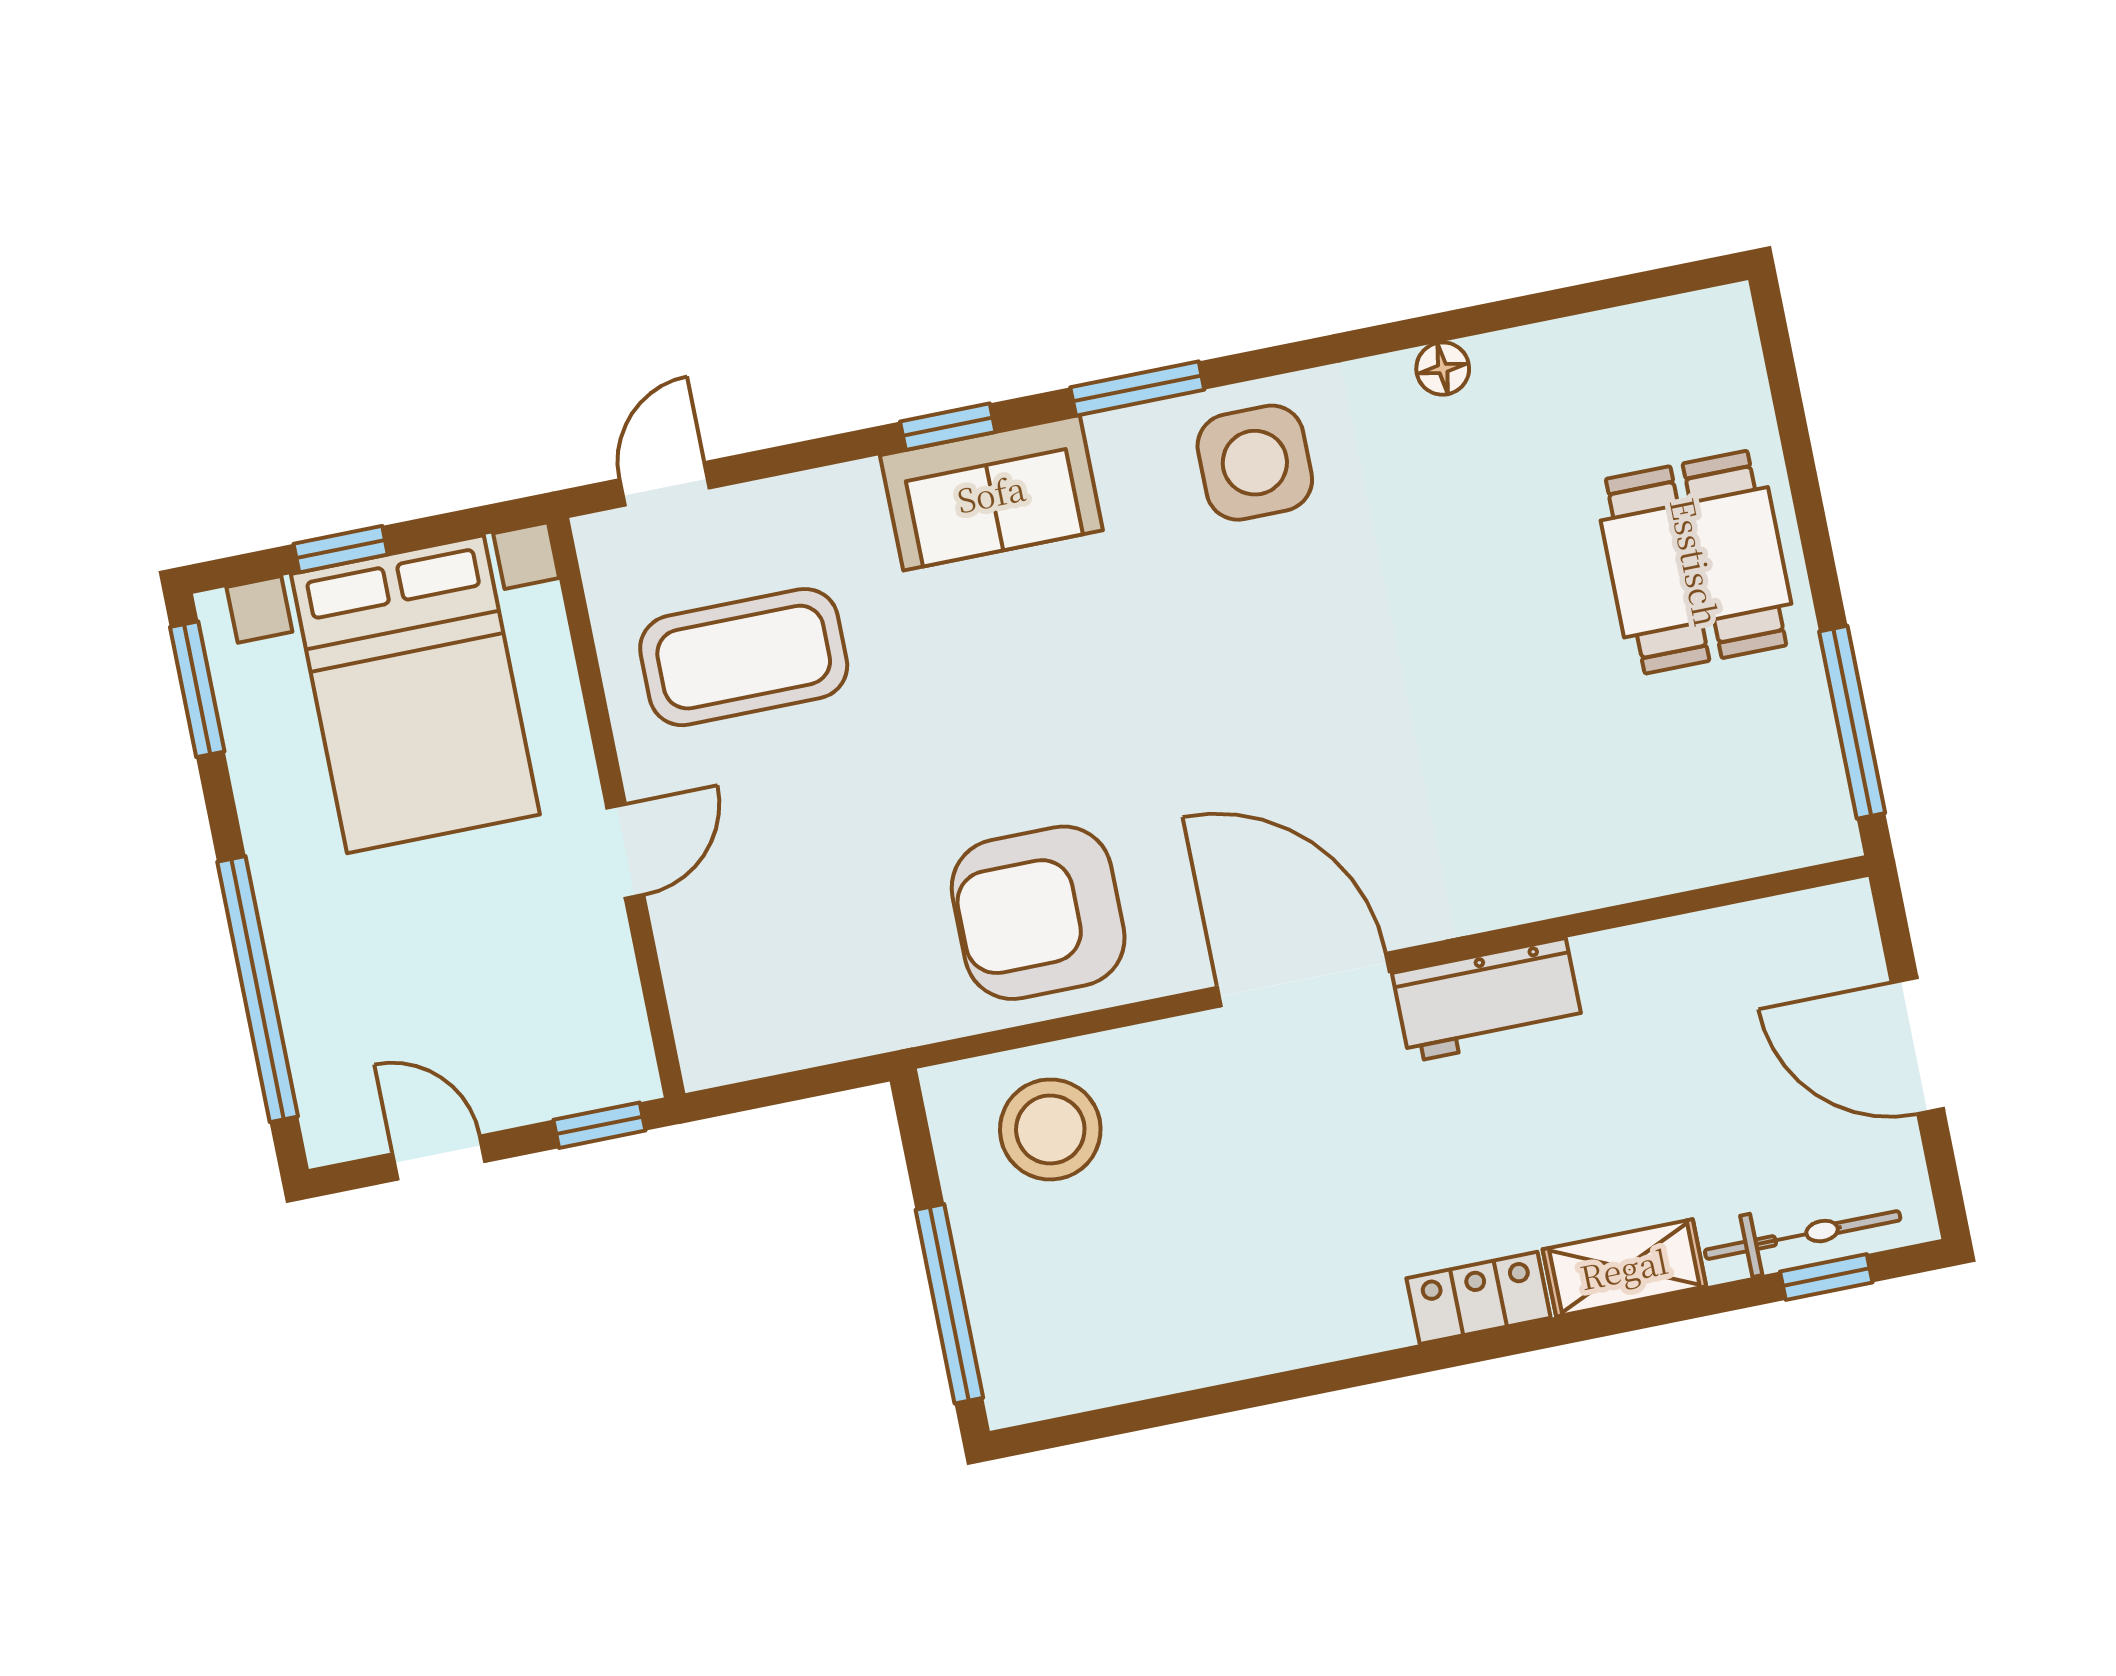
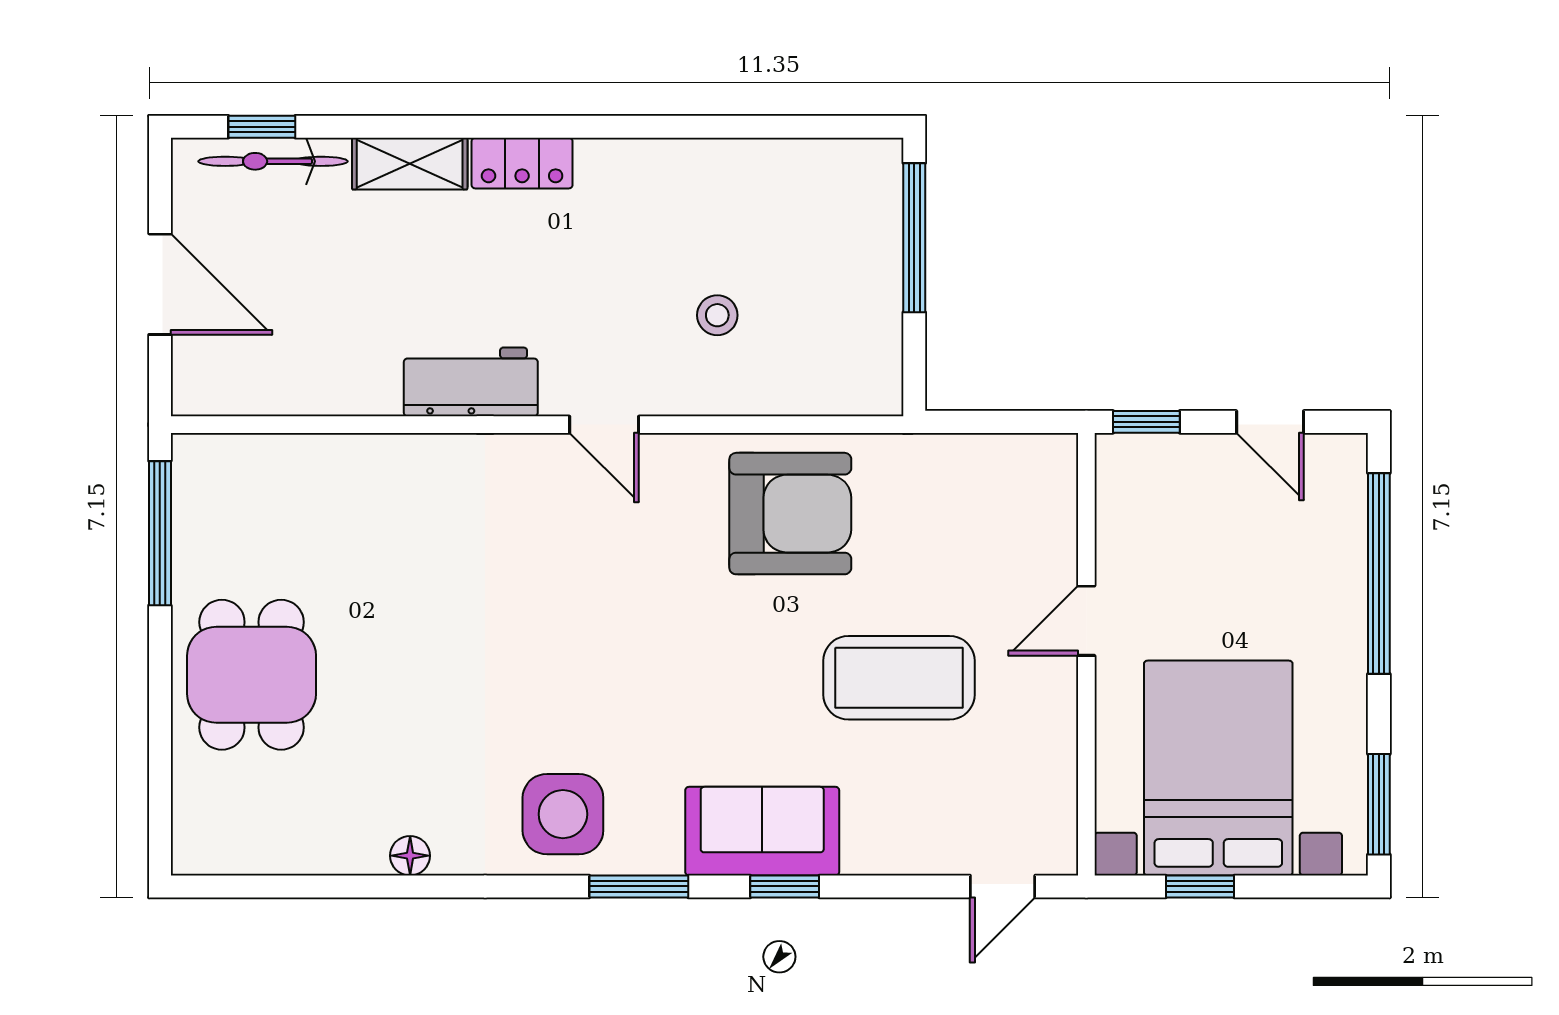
window: (341, 549) -> (1200, 886), moved
coffee table: (744, 657) -> (899, 678), moved
door: (1303, 980) -> (604, 425), width x0.53
stool: (1050, 1129) -> (717, 315), moved, width x0.53, depth x0.53

